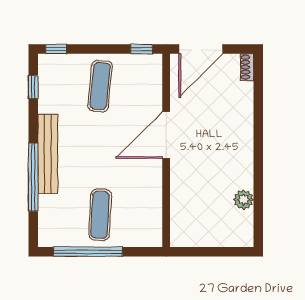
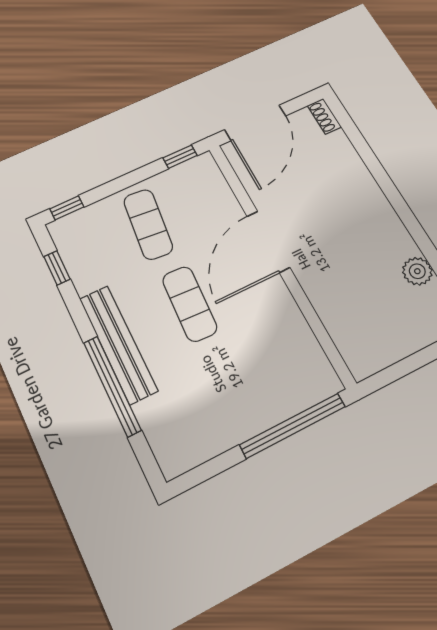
exercise mat: (100, 215) -> (190, 304), moved
window: (88, 252) -> (293, 426), moved

